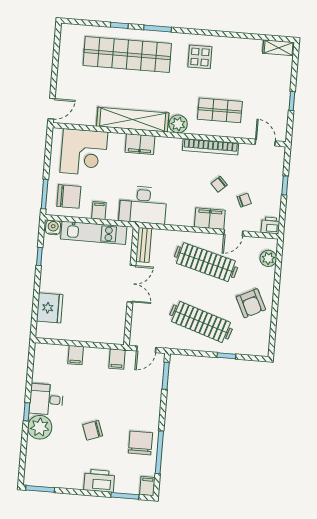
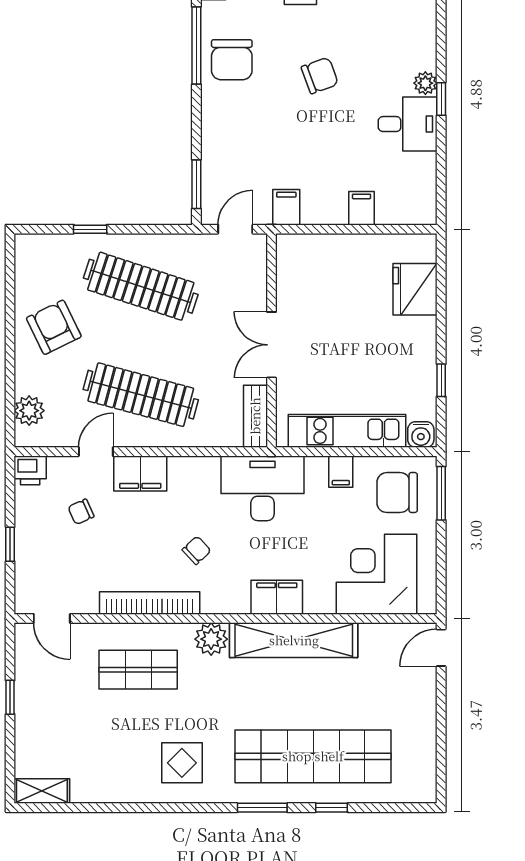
chair: (219, 184) -> (197, 550), moved
plant: (40, 427) -> (425, 83), width x0.53, depth x0.53

